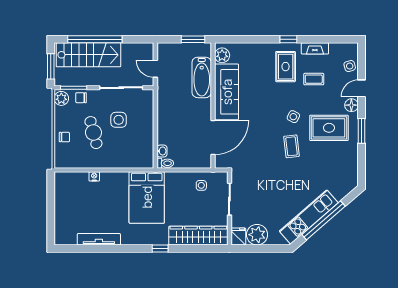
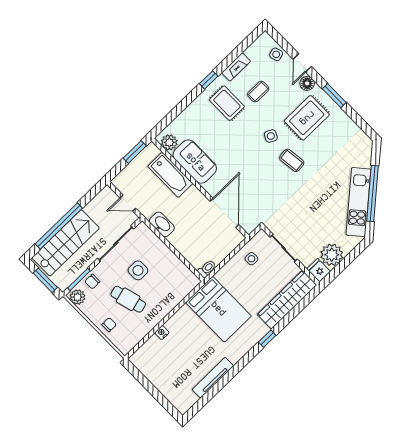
sofa: (227, 92) -> (195, 162), width x0.73
washbasin: (162, 151) -> (162, 224), moved, width x1.91, depth x1.45

